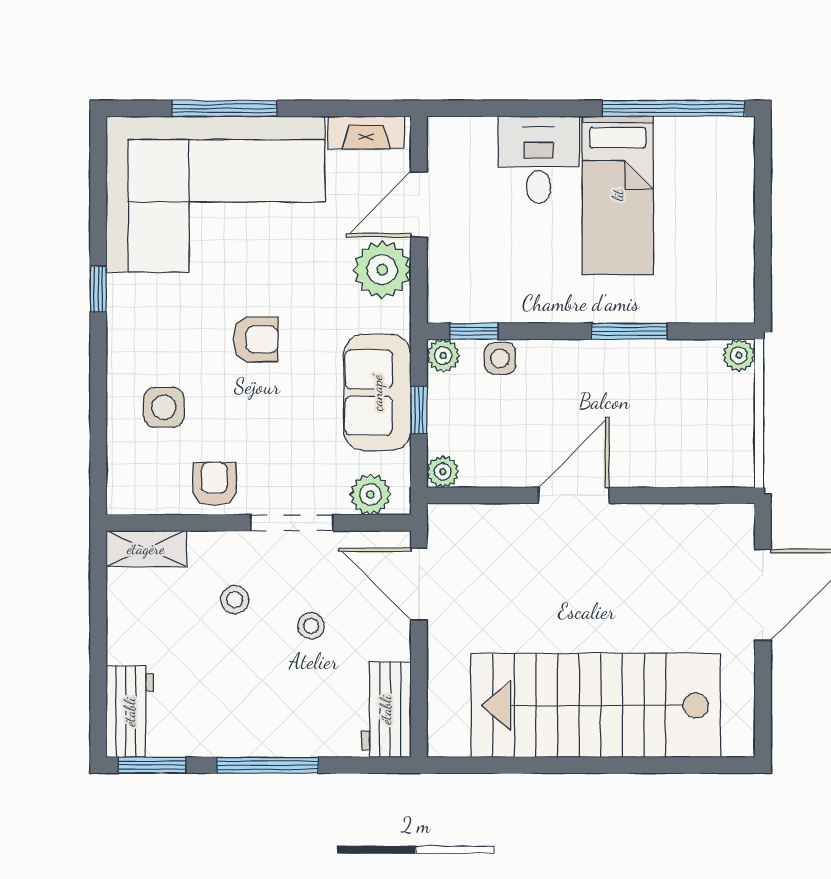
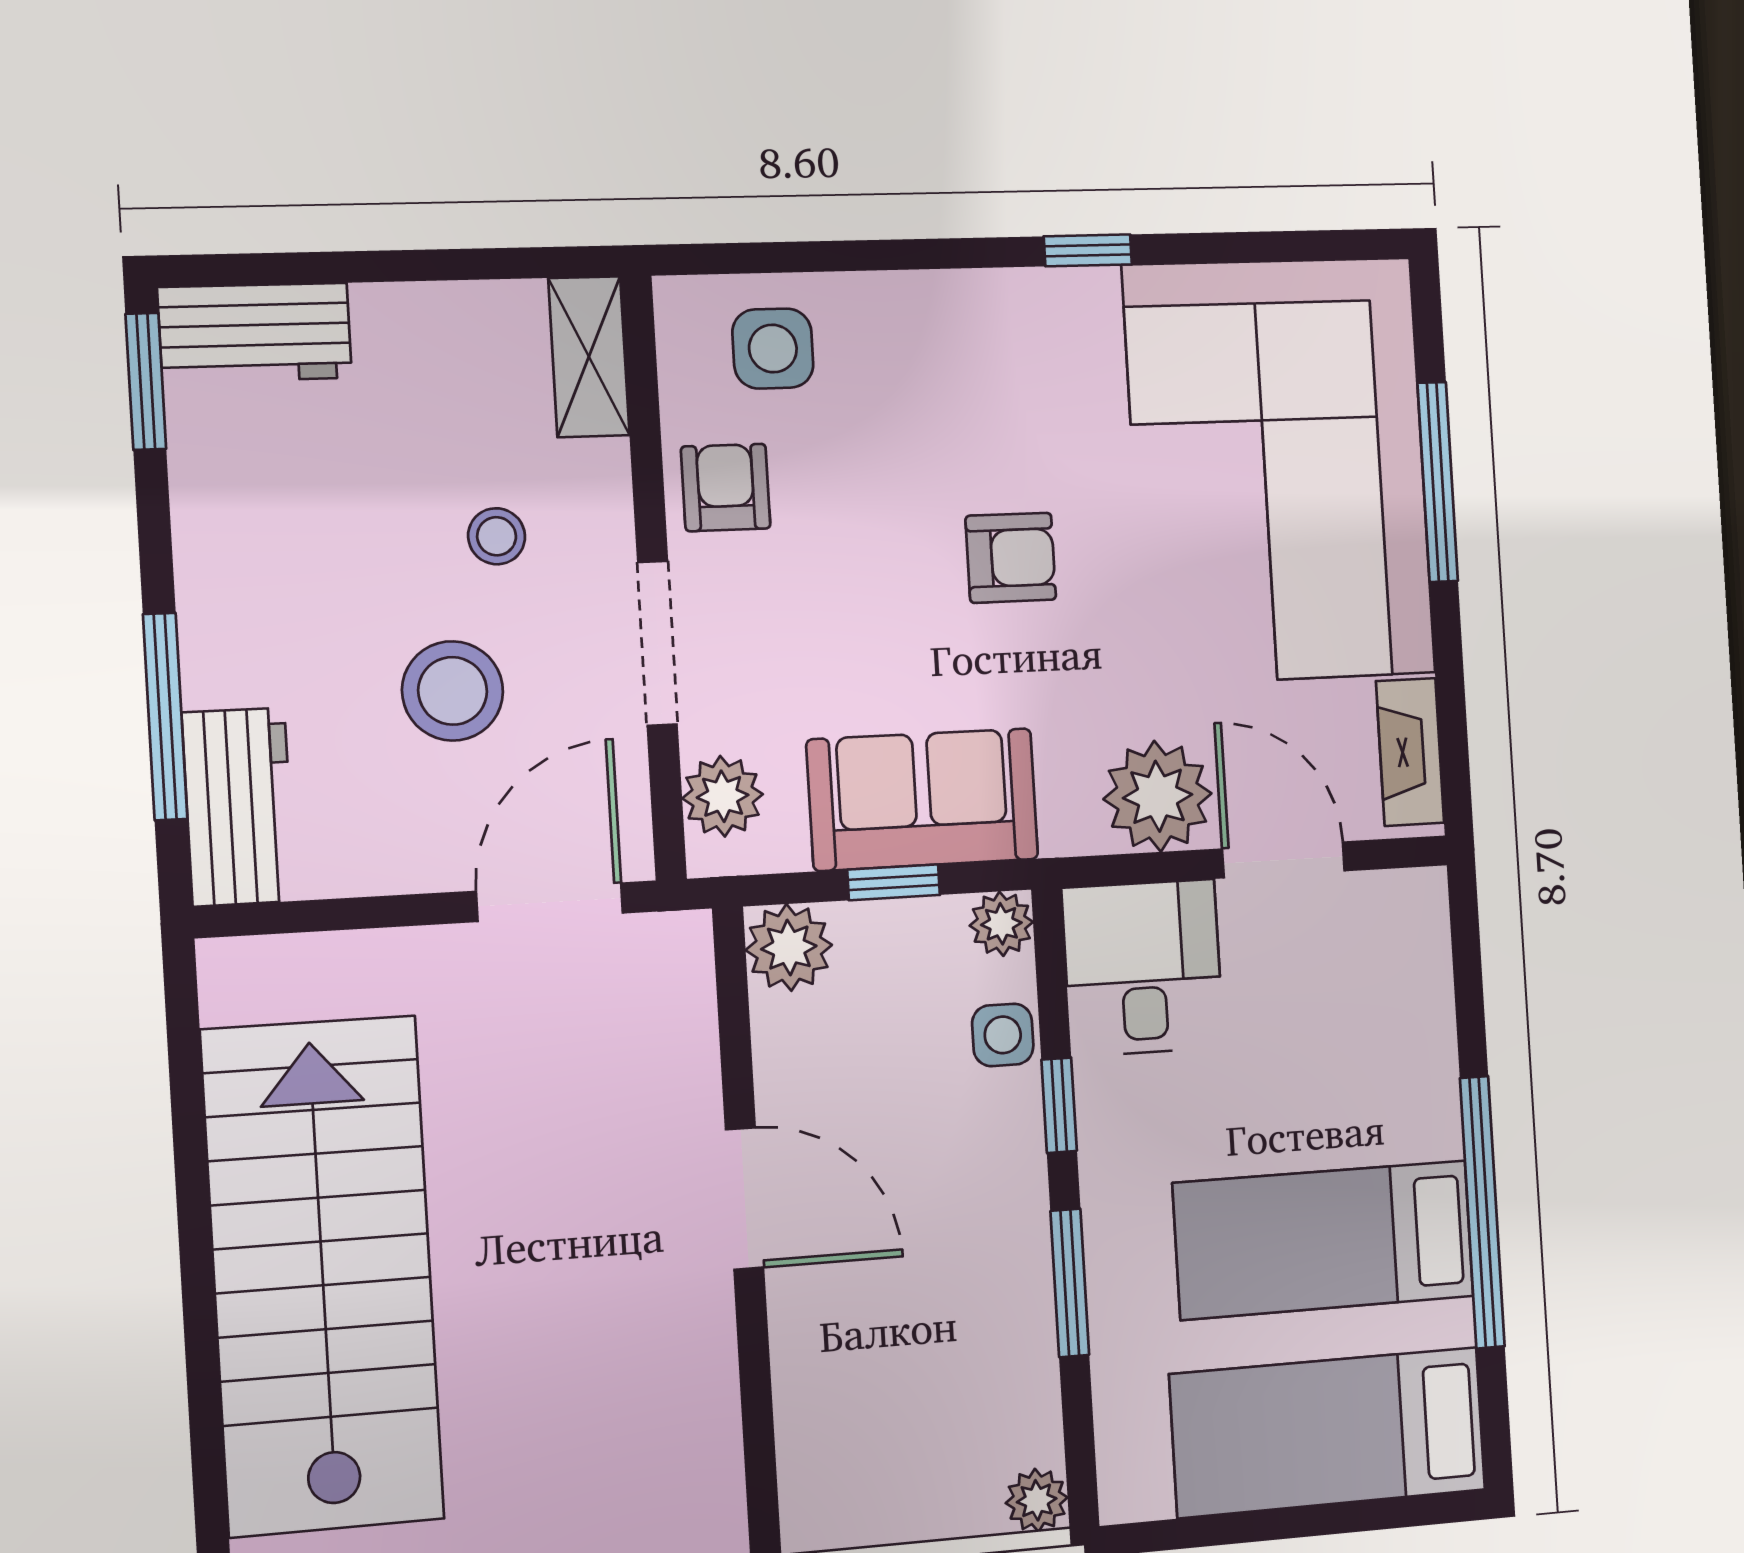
window: (674, 108) -> (1482, 1212), moved
desk: (539, 160) -> (1143, 968), moved, turned -90
bed: (718, 199) -> (1328, 1432), added
window: (474, 331) -> (1059, 1105), moved
armchair: (256, 339) -> (1011, 558), turned -90
side table: (164, 407) -> (773, 349), moved
plant: (443, 472) -> (789, 947), width x1.38, depth x1.38
armchair: (214, 484) -> (726, 487), turned -90
stool: (311, 626) -> (453, 691), width x1.89, depth x1.89
workbench: (386, 710) -> (239, 807), moved, turned 90
window: (268, 765) -> (165, 717), moved

